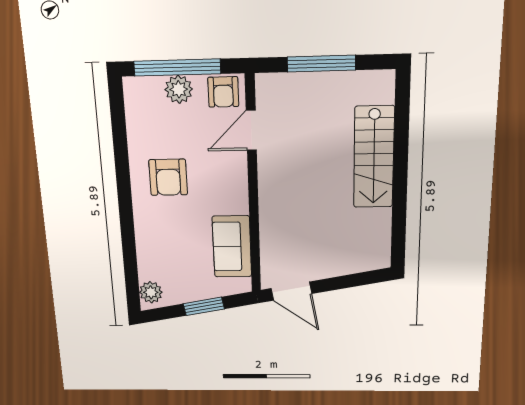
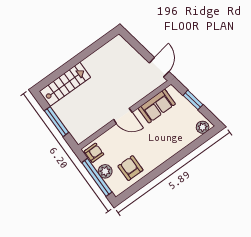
door: (251, 130) -> (123, 116), moved
stairs: (374, 157) -> (65, 84), moved
armchair: (168, 177) -> (130, 168), moved, turned -90

